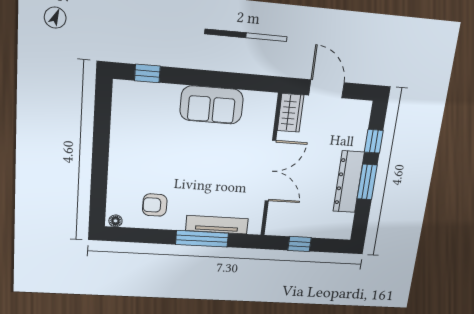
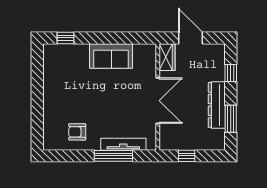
window: (367, 182) -> (231, 119), moved
floor lamp: (116, 221) -> (50, 146), removed

